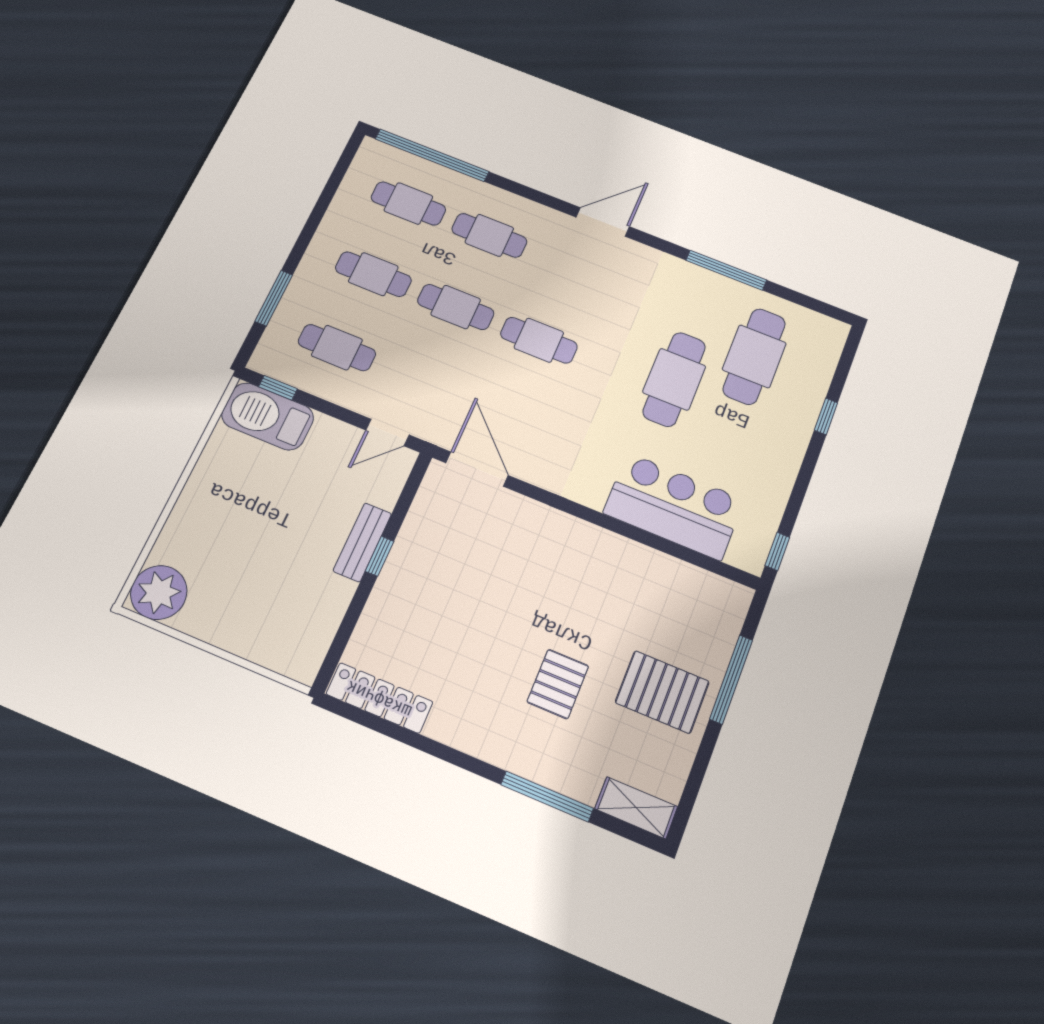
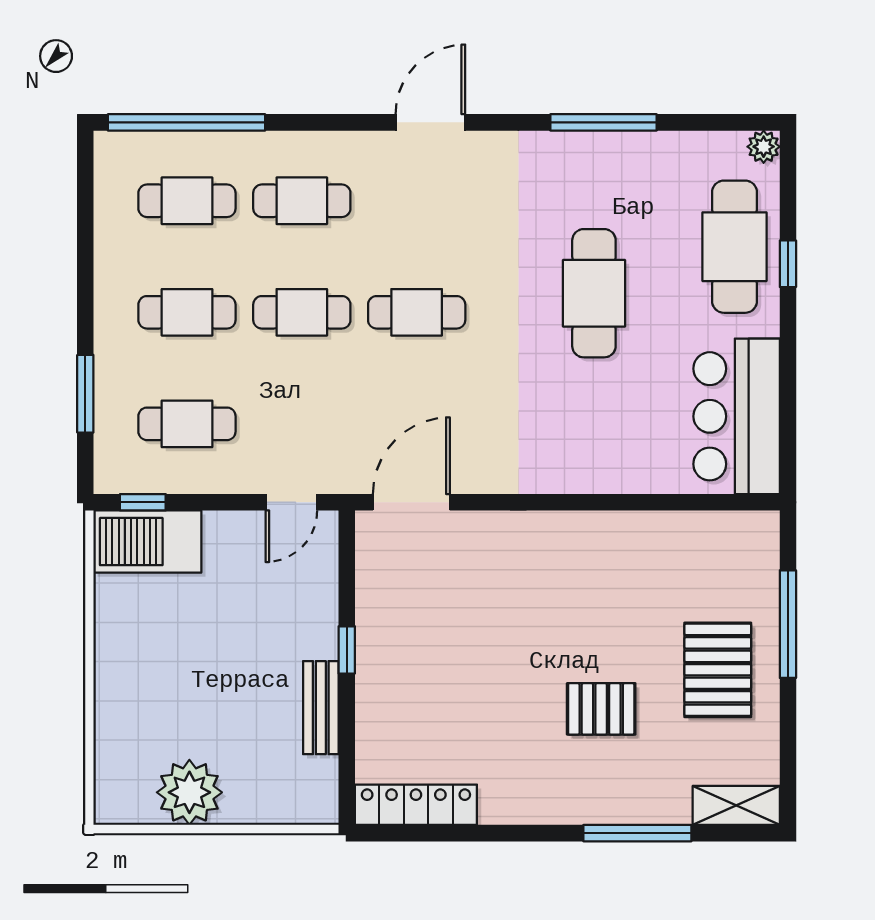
plant: (836, 331) -> (764, 147), added
cafe table: (754, 356) -> (735, 247), moved
door: (477, 469) -> (411, 502), hinge flipped
bar counter: (674, 506) -> (737, 416), moved, turned -90
bench: (362, 542) -> (321, 708), moved
window: (777, 551) -> (788, 455), removed
plant: (159, 592) -> (189, 792), moved
pallet: (558, 684) -> (601, 709), turned 90
pallet: (662, 692) -> (718, 670), turned 90

